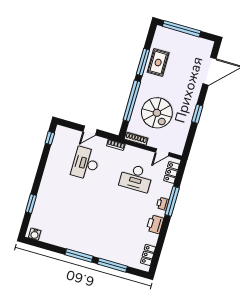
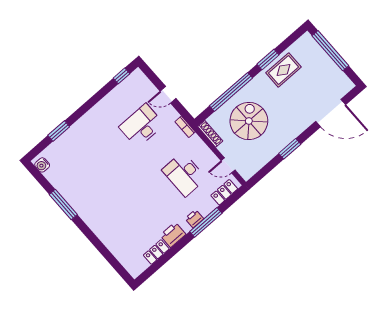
window: (143, 62) -> (268, 60), width x0.69
spiral stairs: (157, 113) -> (249, 121), turned 180
locker: (148, 255) -> (156, 252), moved
window: (79, 256) -> (63, 205), moved
window: (112, 265) -> (102, 249), removed

